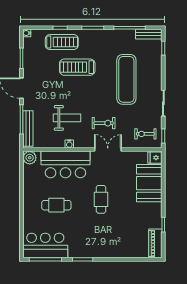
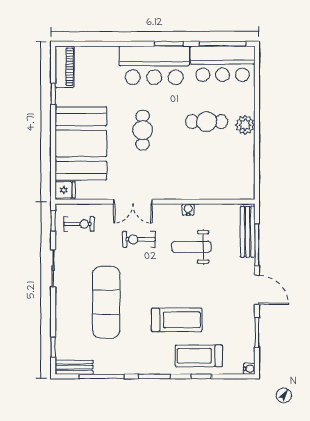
plant: (30, 158) -> (245, 125), moved
bar counter: (65, 164) -> (154, 65), moved, turned 180
booth: (149, 183) -> (81, 143), width x1.36, depth x1.42

